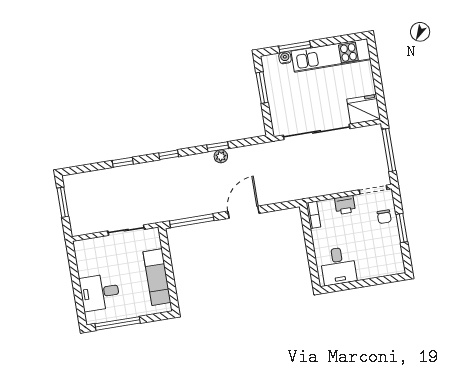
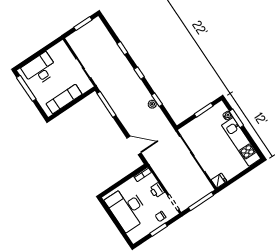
fridge: (364, 109) -> (219, 181), width x0.53, depth x0.75
door: (244, 212) -> (134, 145), moved
desk: (338, 266) -> (127, 208), width x1.87, depth x1.30
desk: (100, 292) -> (40, 69), width x1.37

